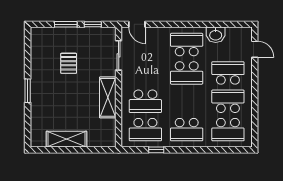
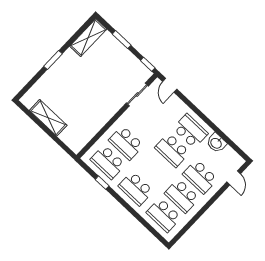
window: (93, 24) -> (148, 64), moved
pallet: (69, 63) -> (98, 68), removed
school desk: (228, 73) -> (200, 177), turned 180
shelving: (108, 97) -> (88, 38), moved
school desk: (228, 101) -> (182, 196), turned 180

